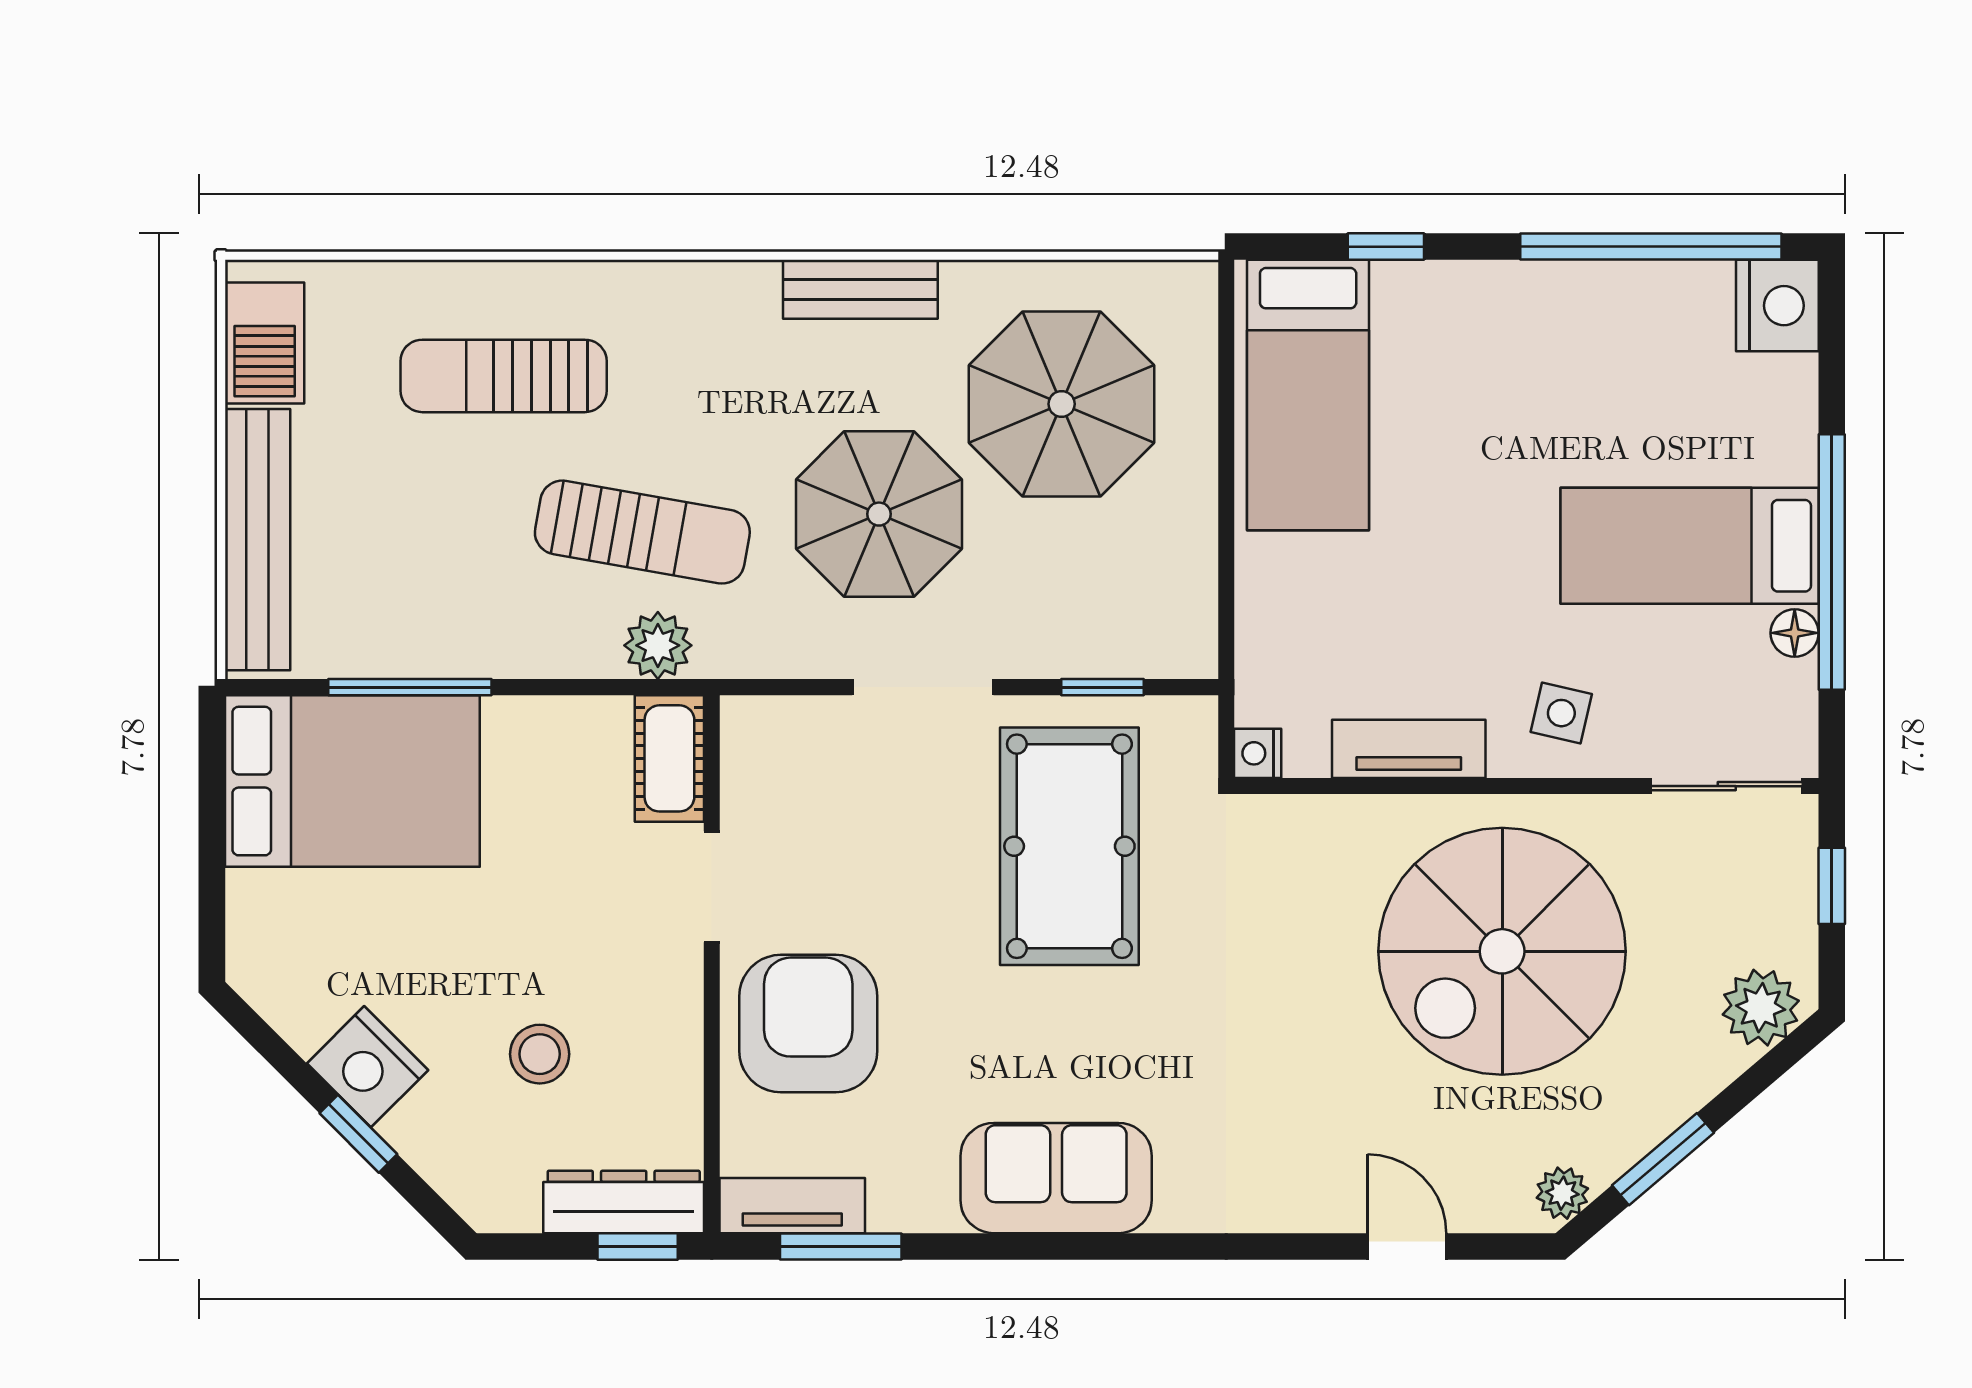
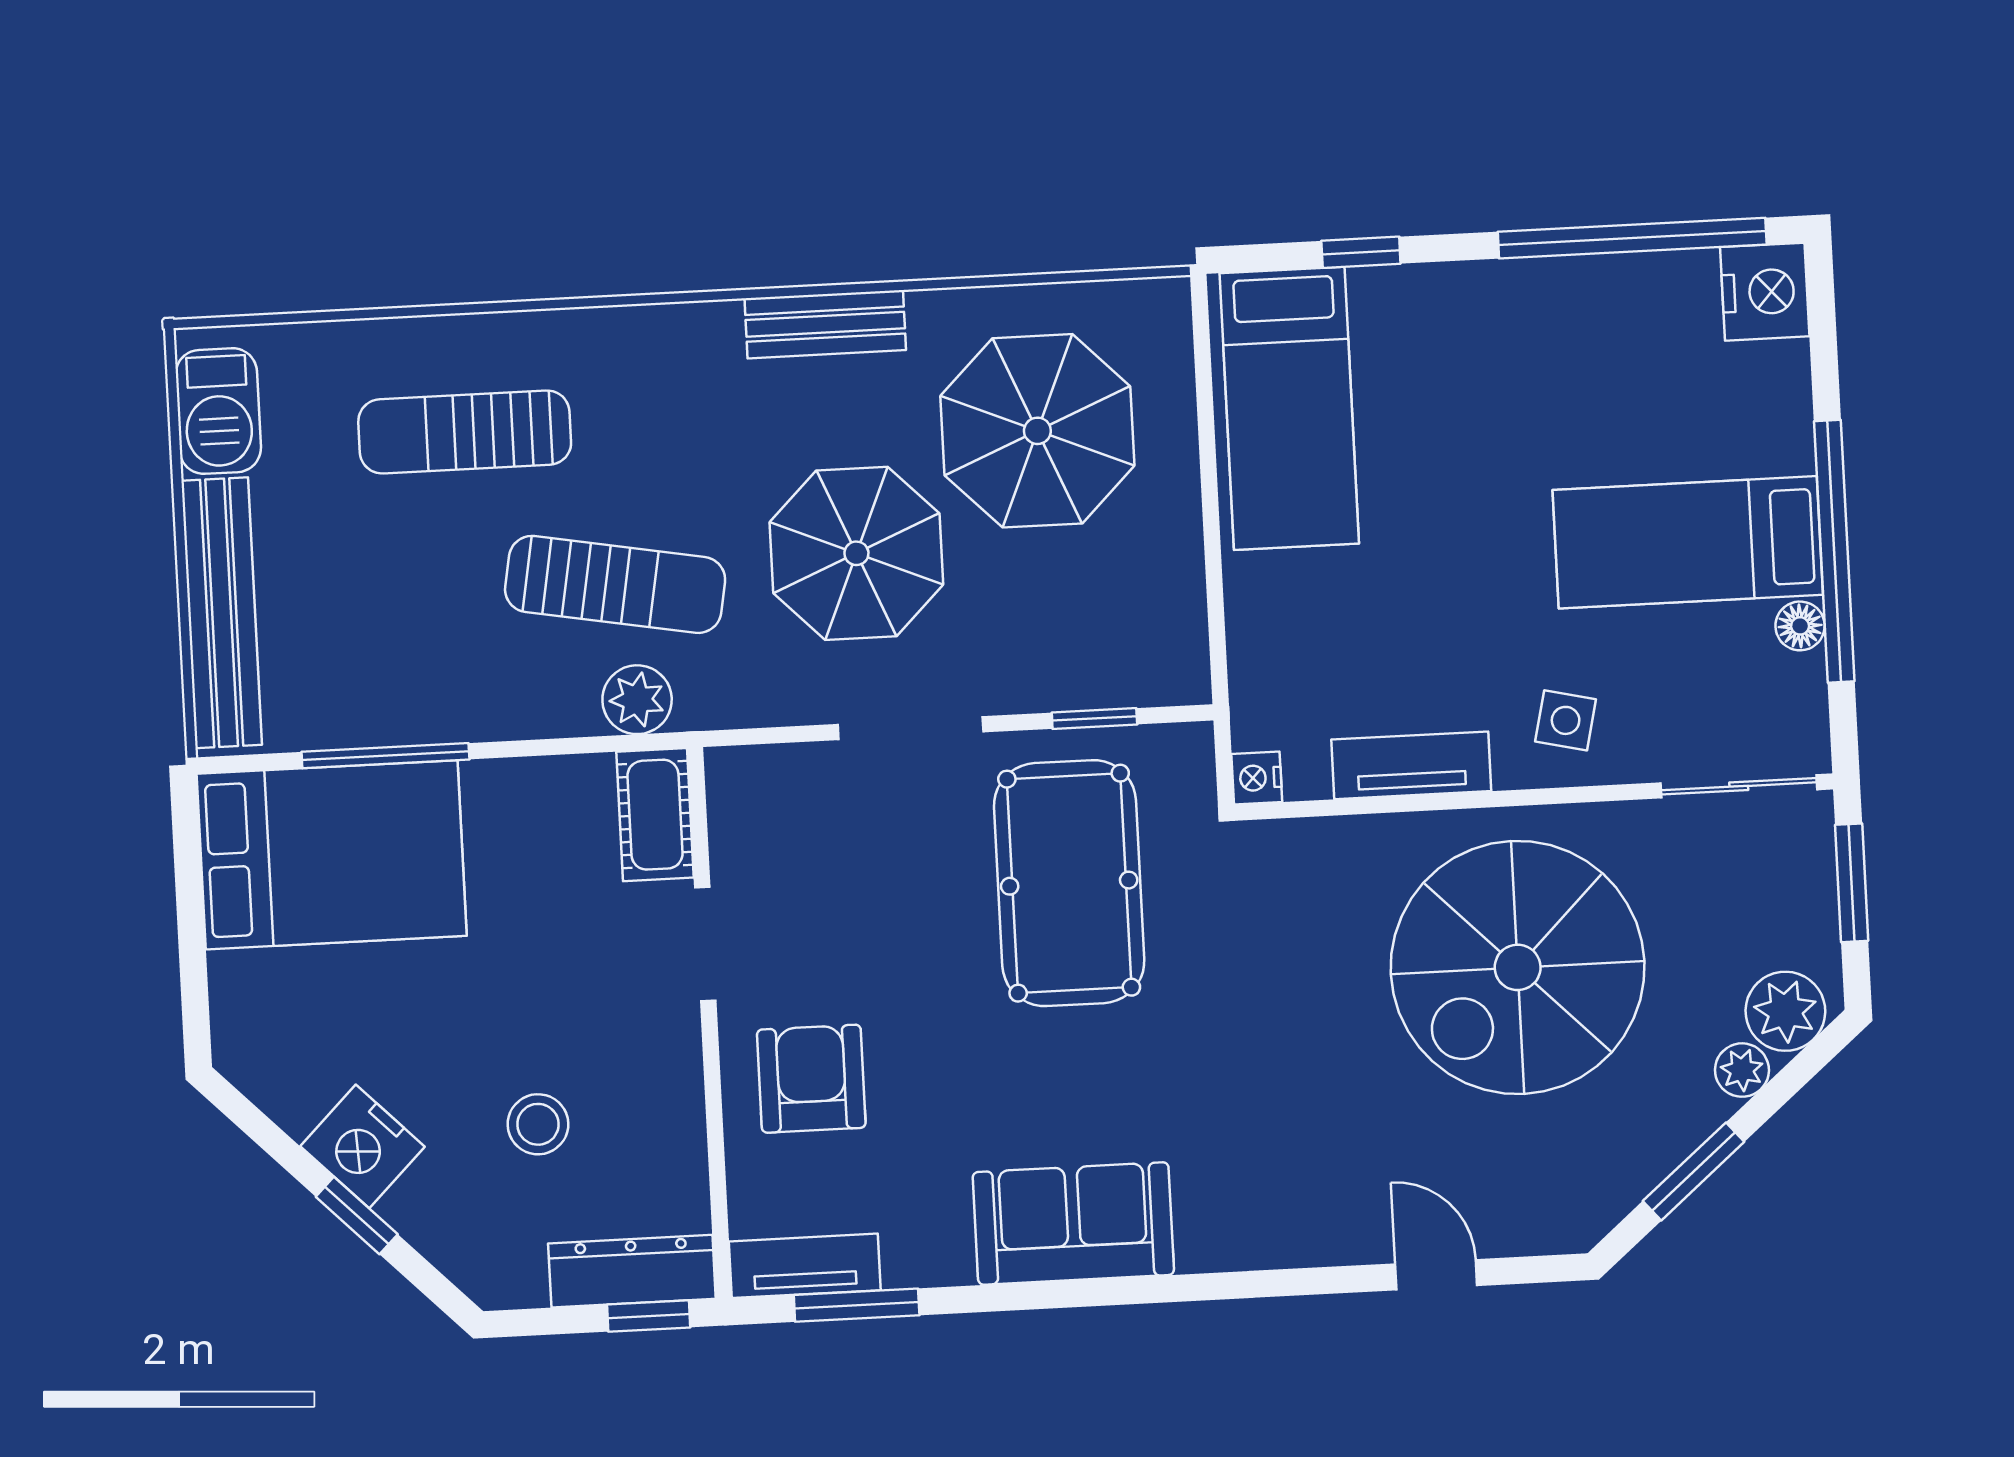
window: (1832, 886) -> (1852, 883), width x1.50
armchair: (808, 1024) -> (811, 1079), width x0.73, depth x0.73
plant: (1562, 1193) -> (1742, 1070), moved

